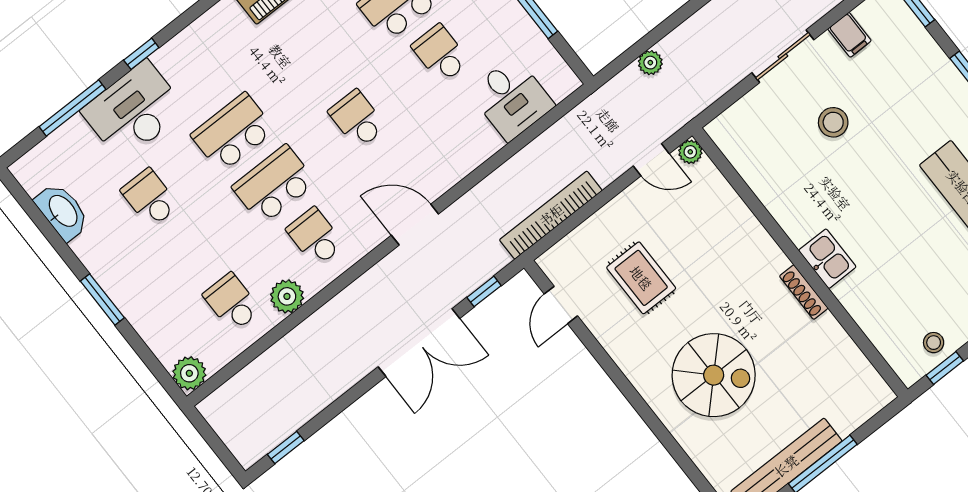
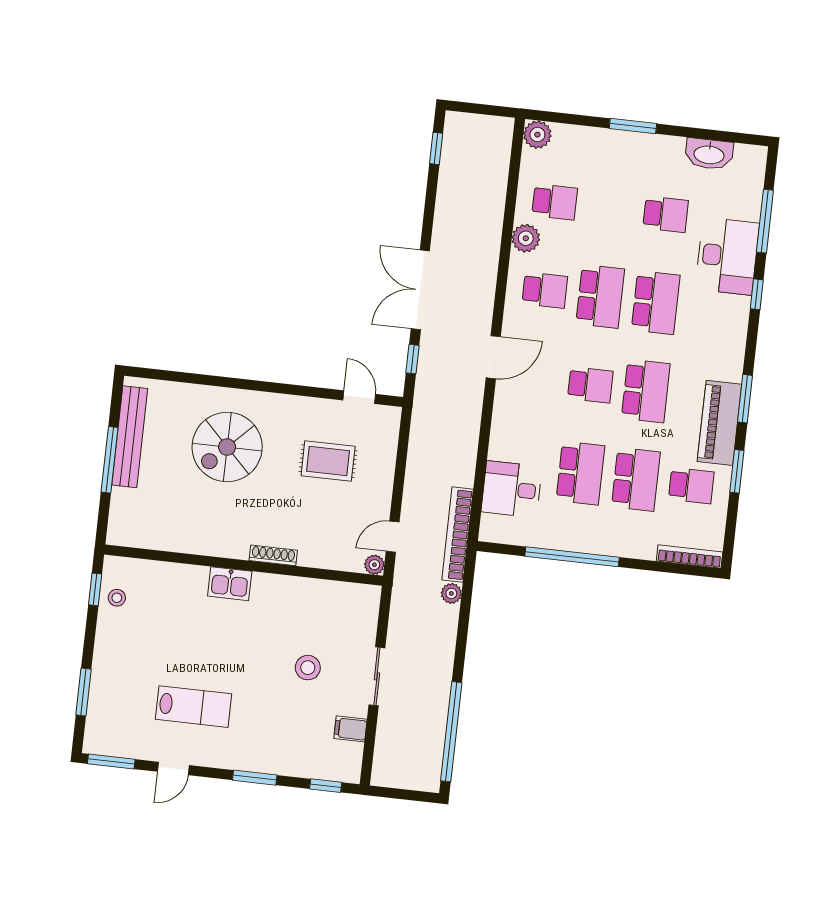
school desk: (440, 54) -> (580, 473), width x1.85
school desk: (316, 67) -> (646, 391), added
bookcase: (551, 215) -> (458, 535), moved, turned 180
shoe rack: (804, 292) -> (273, 555), moved

